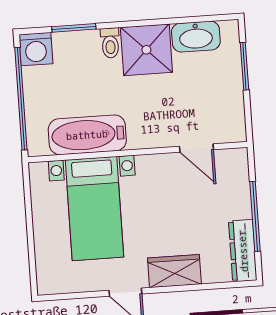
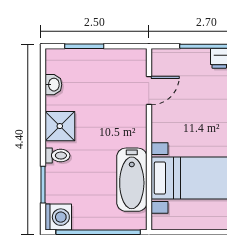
washbasin: (196, 37) -> (53, 85), width x0.52, depth x0.69
shower: (146, 50) -> (60, 126), width x0.73, depth x0.73

